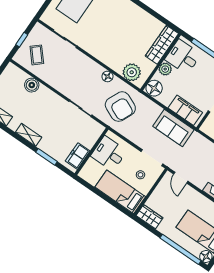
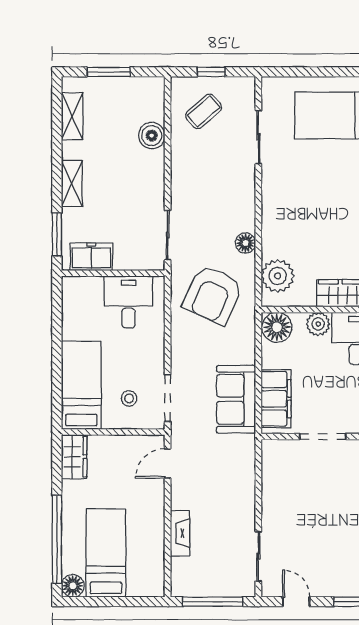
wall: (92, 151) -> (113, 273), moved
desk: (109, 153) -> (128, 302), moved
freezer: (78, 156) -> (91, 257), moved

